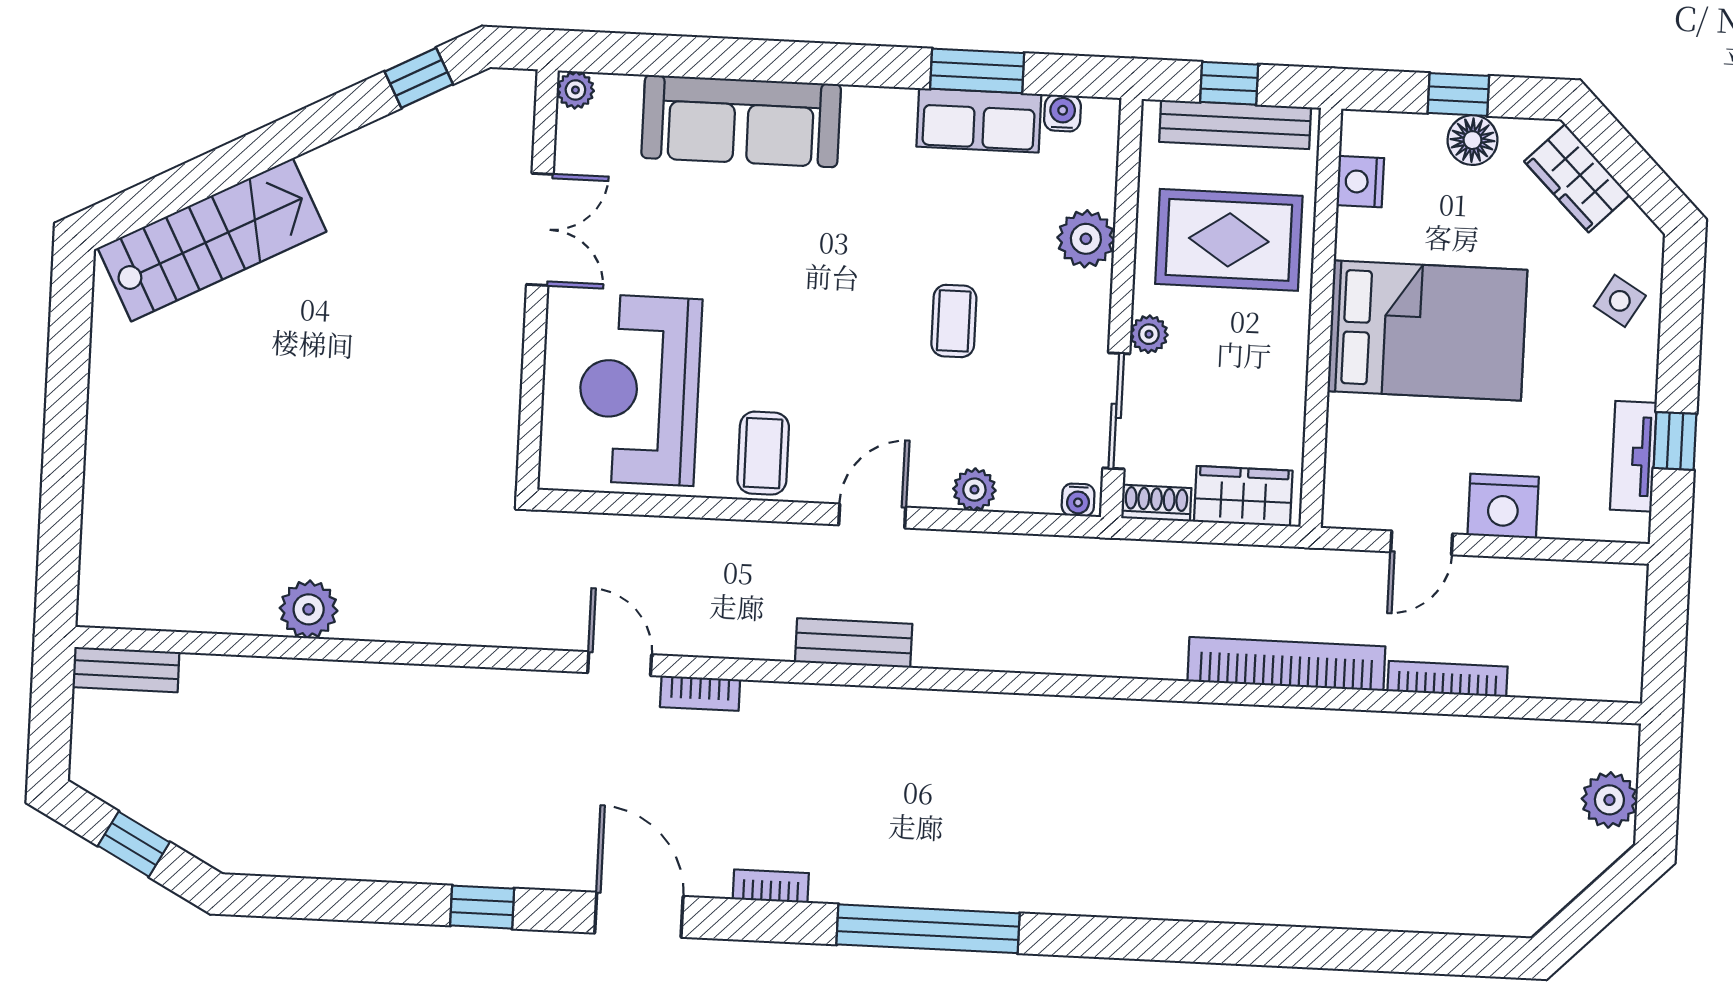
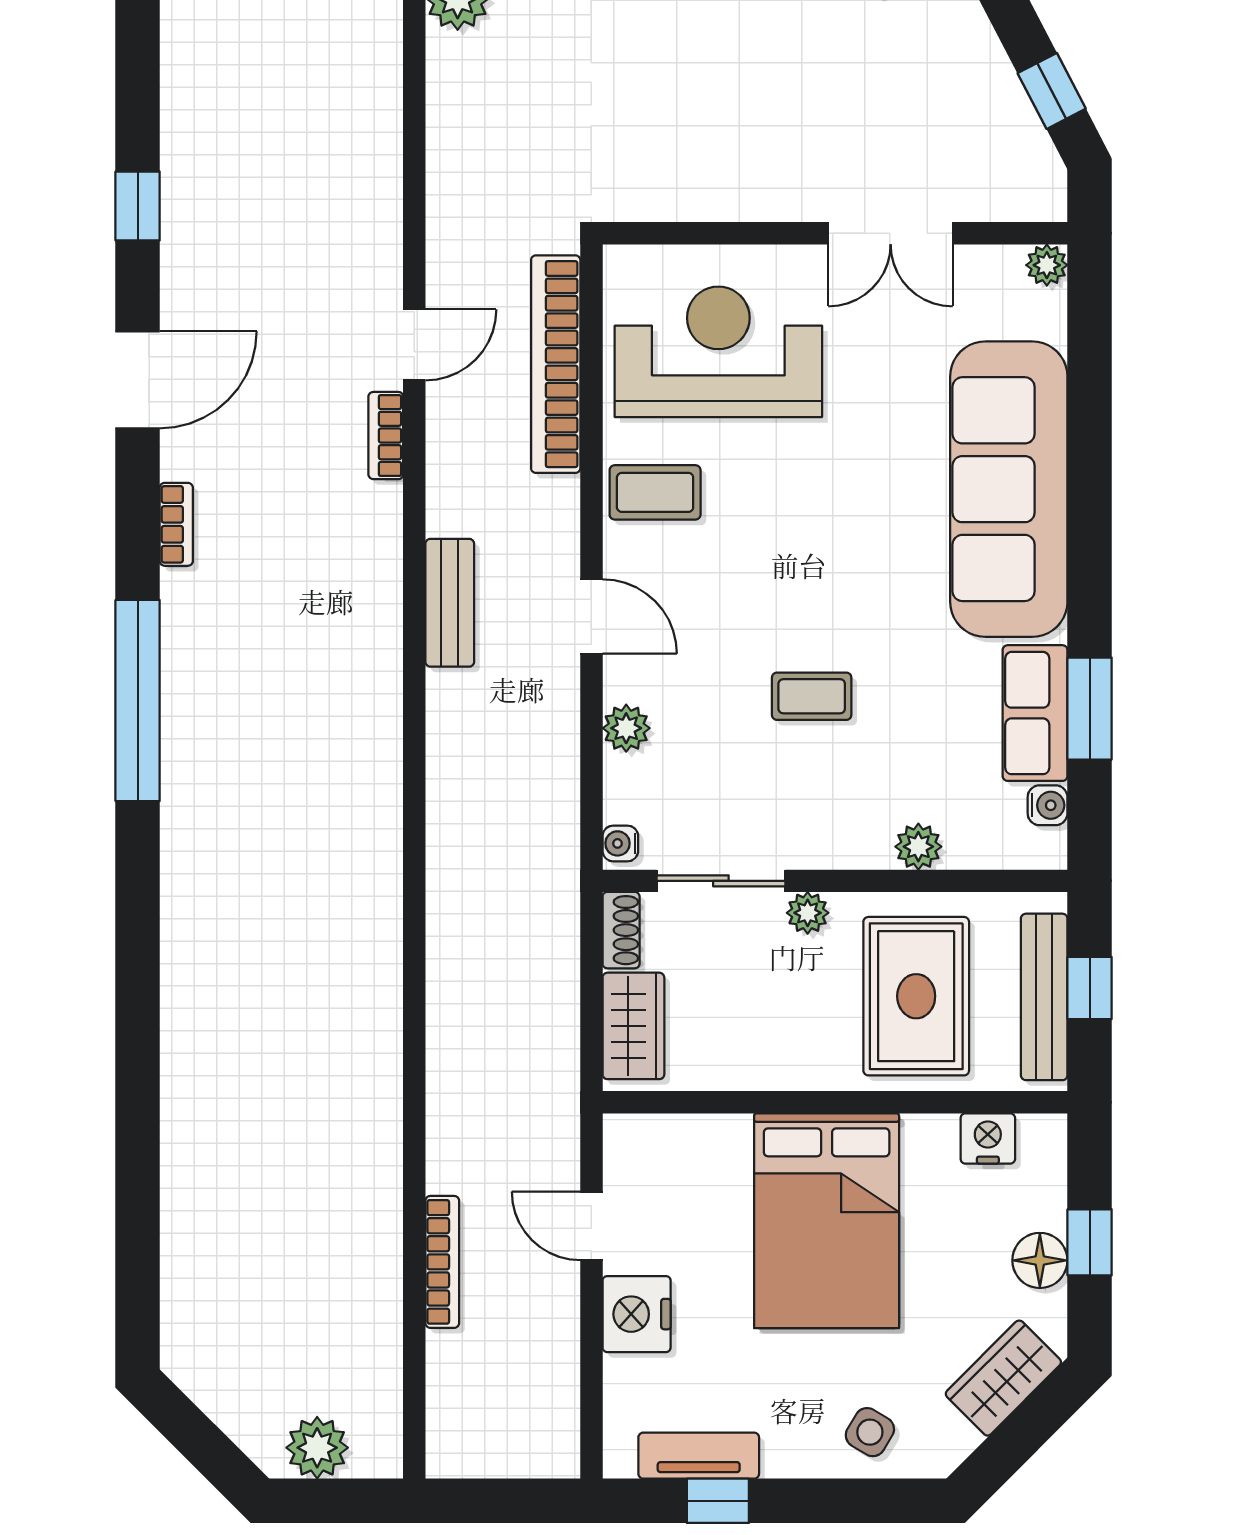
sofa: (741, 121) -> (1009, 489), width x1.36, depth x1.27
plant: (1086, 239) -> (918, 847), width x0.73, depth x0.73
bookcase: (1286, 664) -> (556, 364), moved, turned 180

